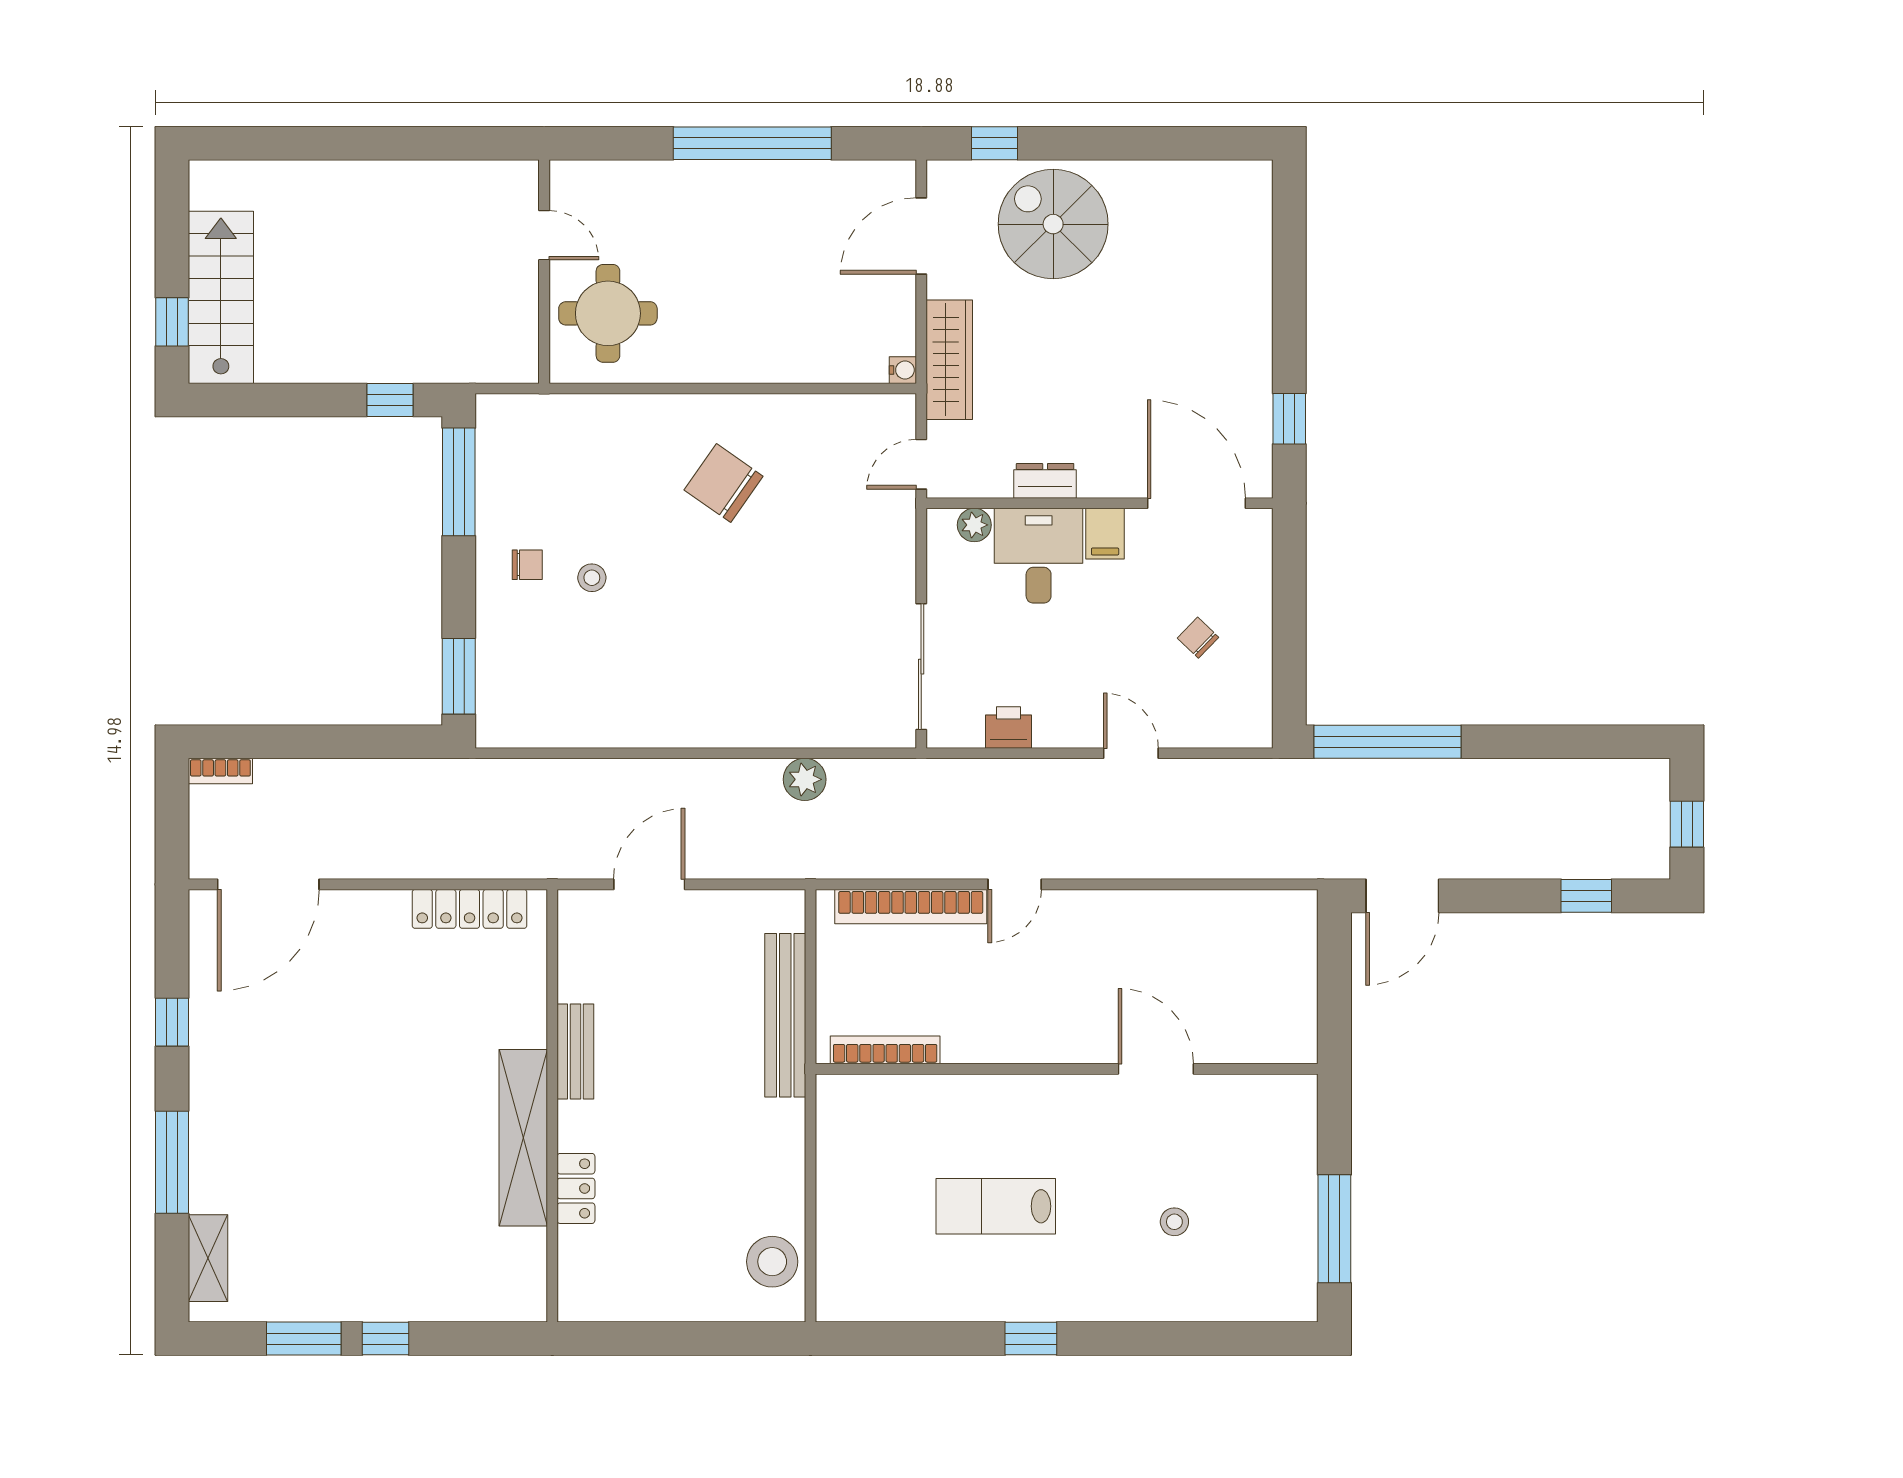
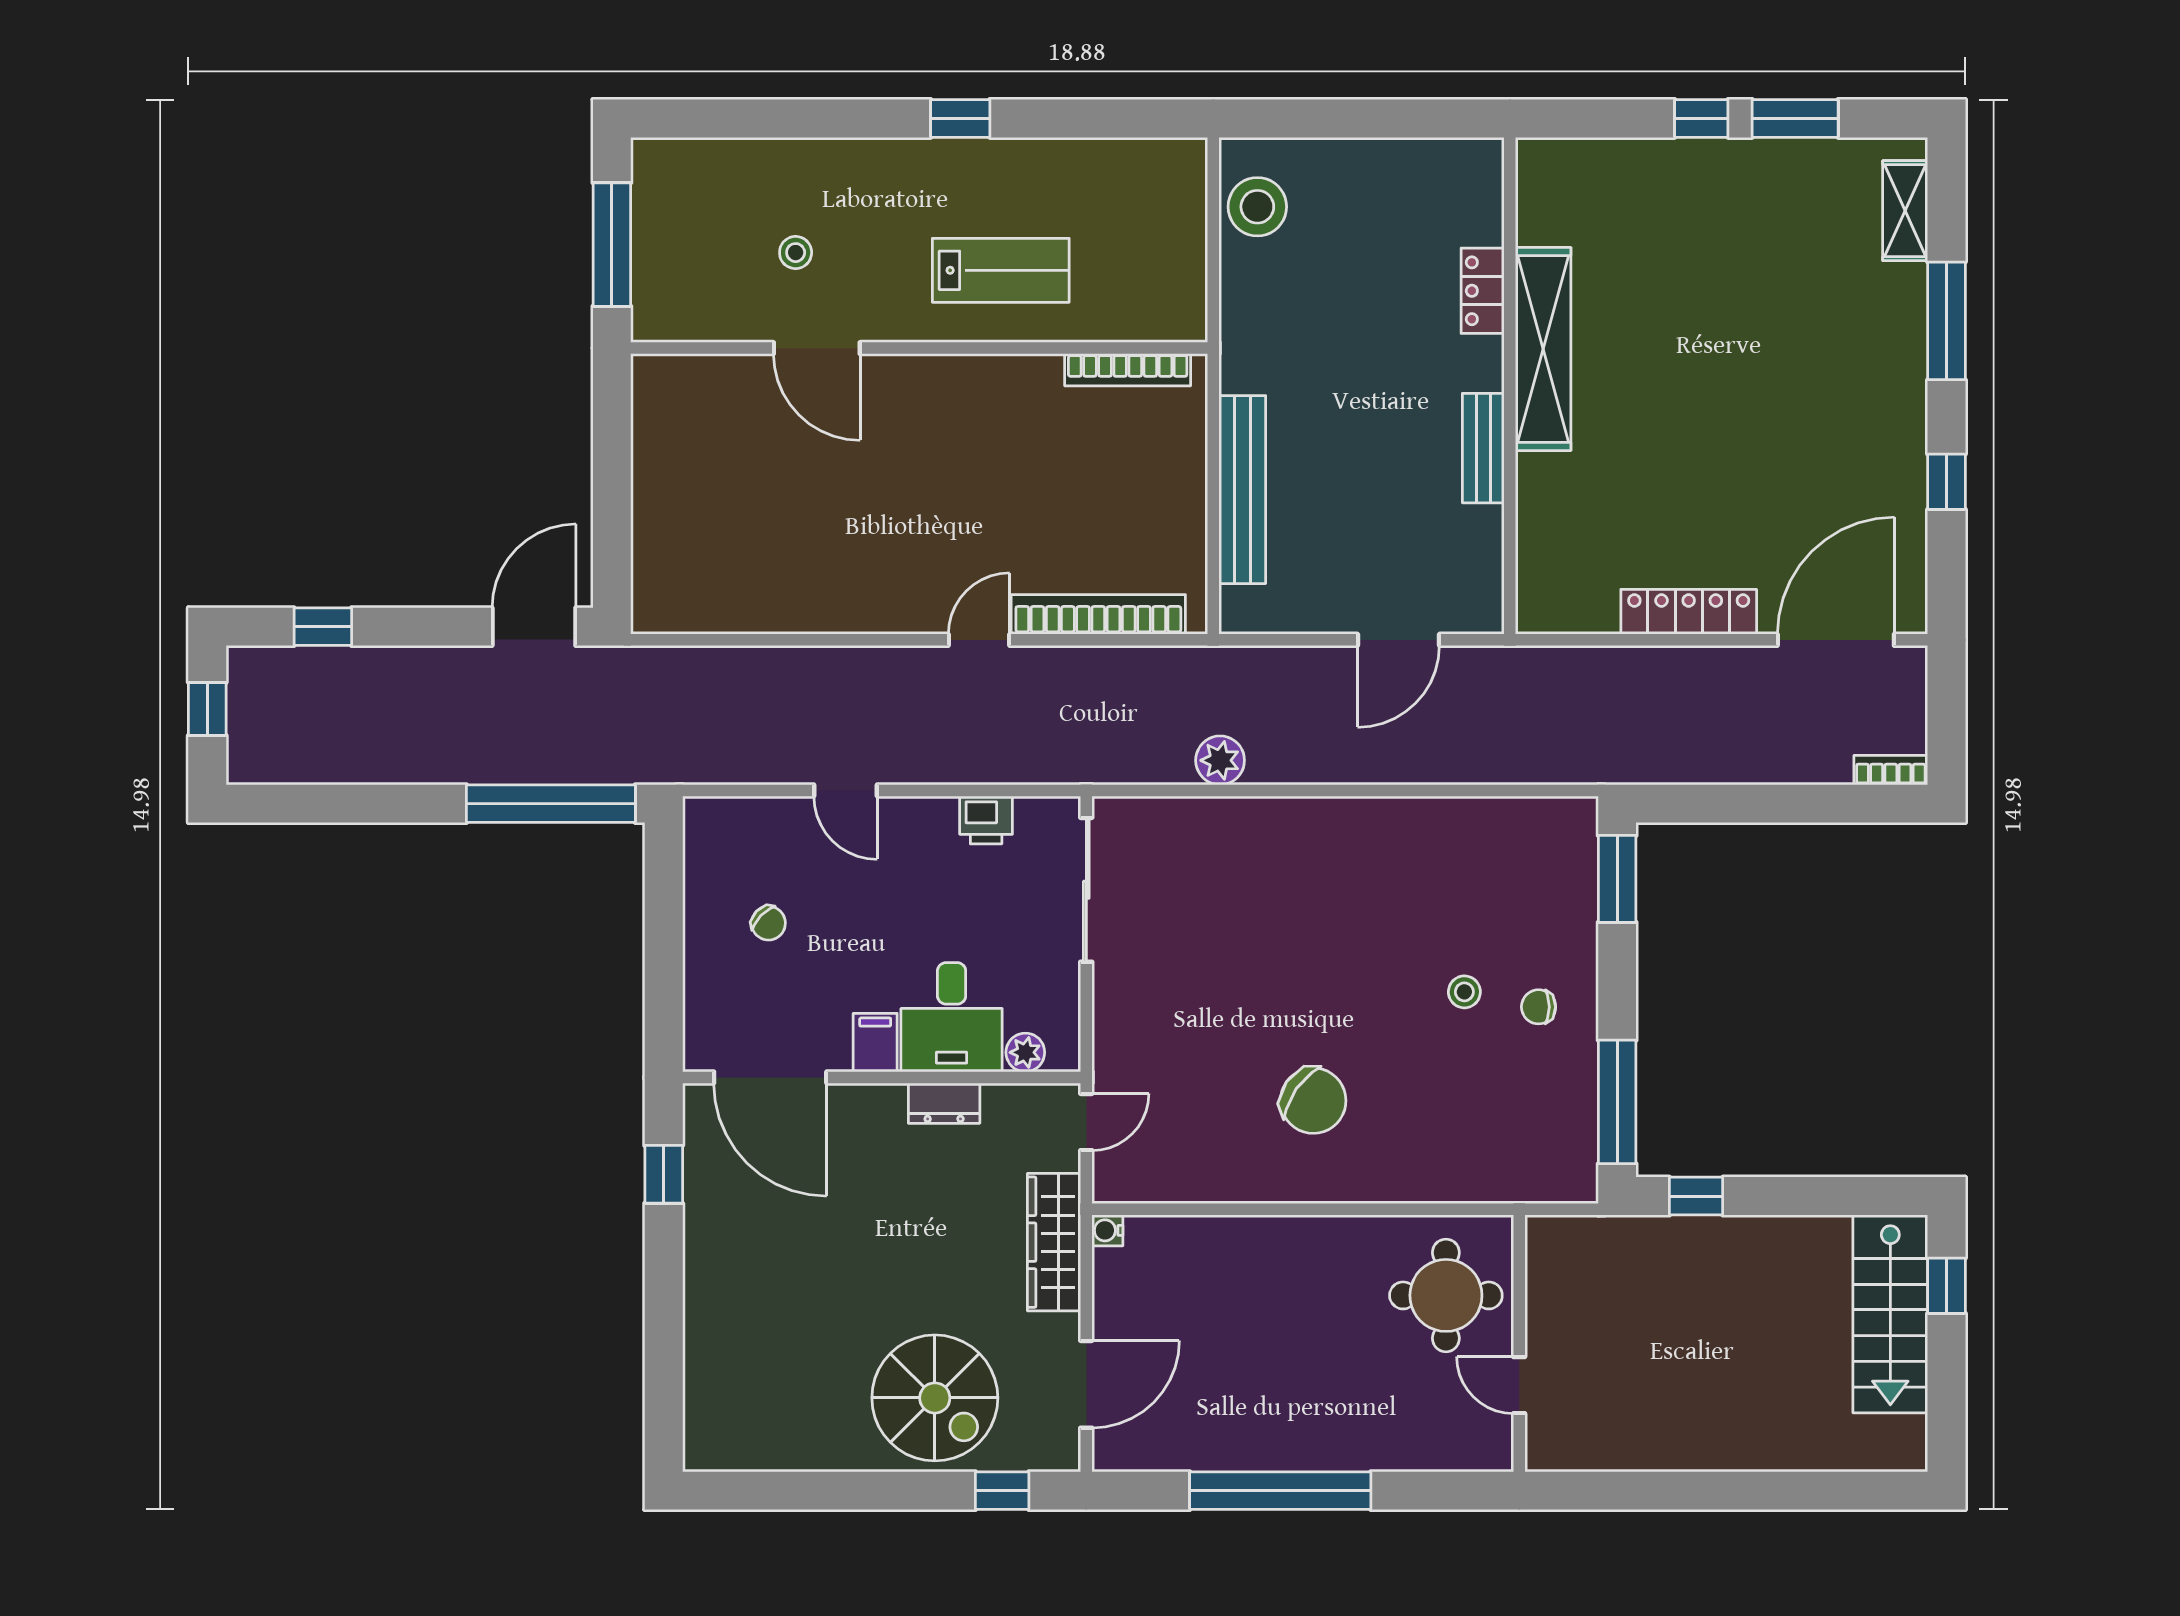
locker: (470, 909) -> (1689, 612), moved
bookcase: (885, 1050) -> (1128, 370), moved
wall: (1067, 1069) -> (919, 348), moved
door: (1156, 1069) -> (817, 348), moved

